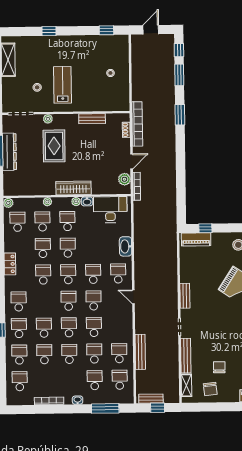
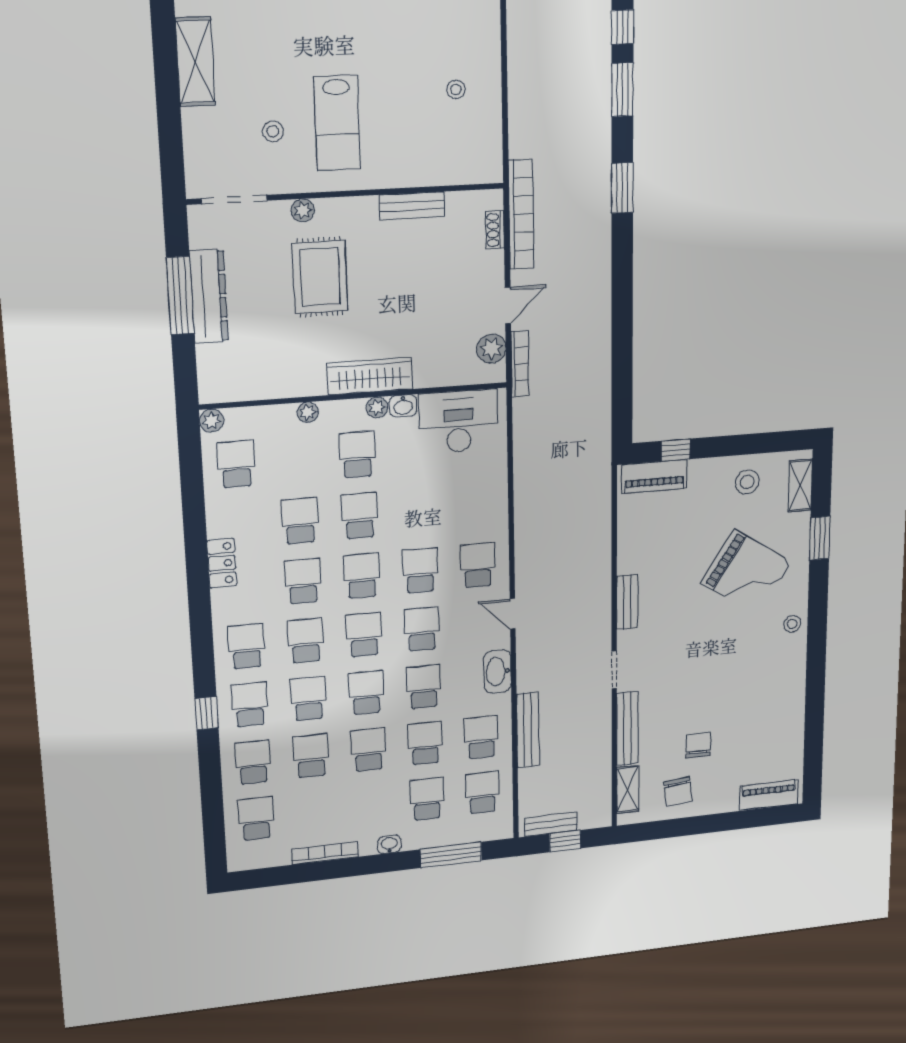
lab bench: (63, 85) -> (337, 123), turned 180
school desk: (42, 221) -> (306, 640), moved
washbasin: (126, 246) -> (497, 671), moved

